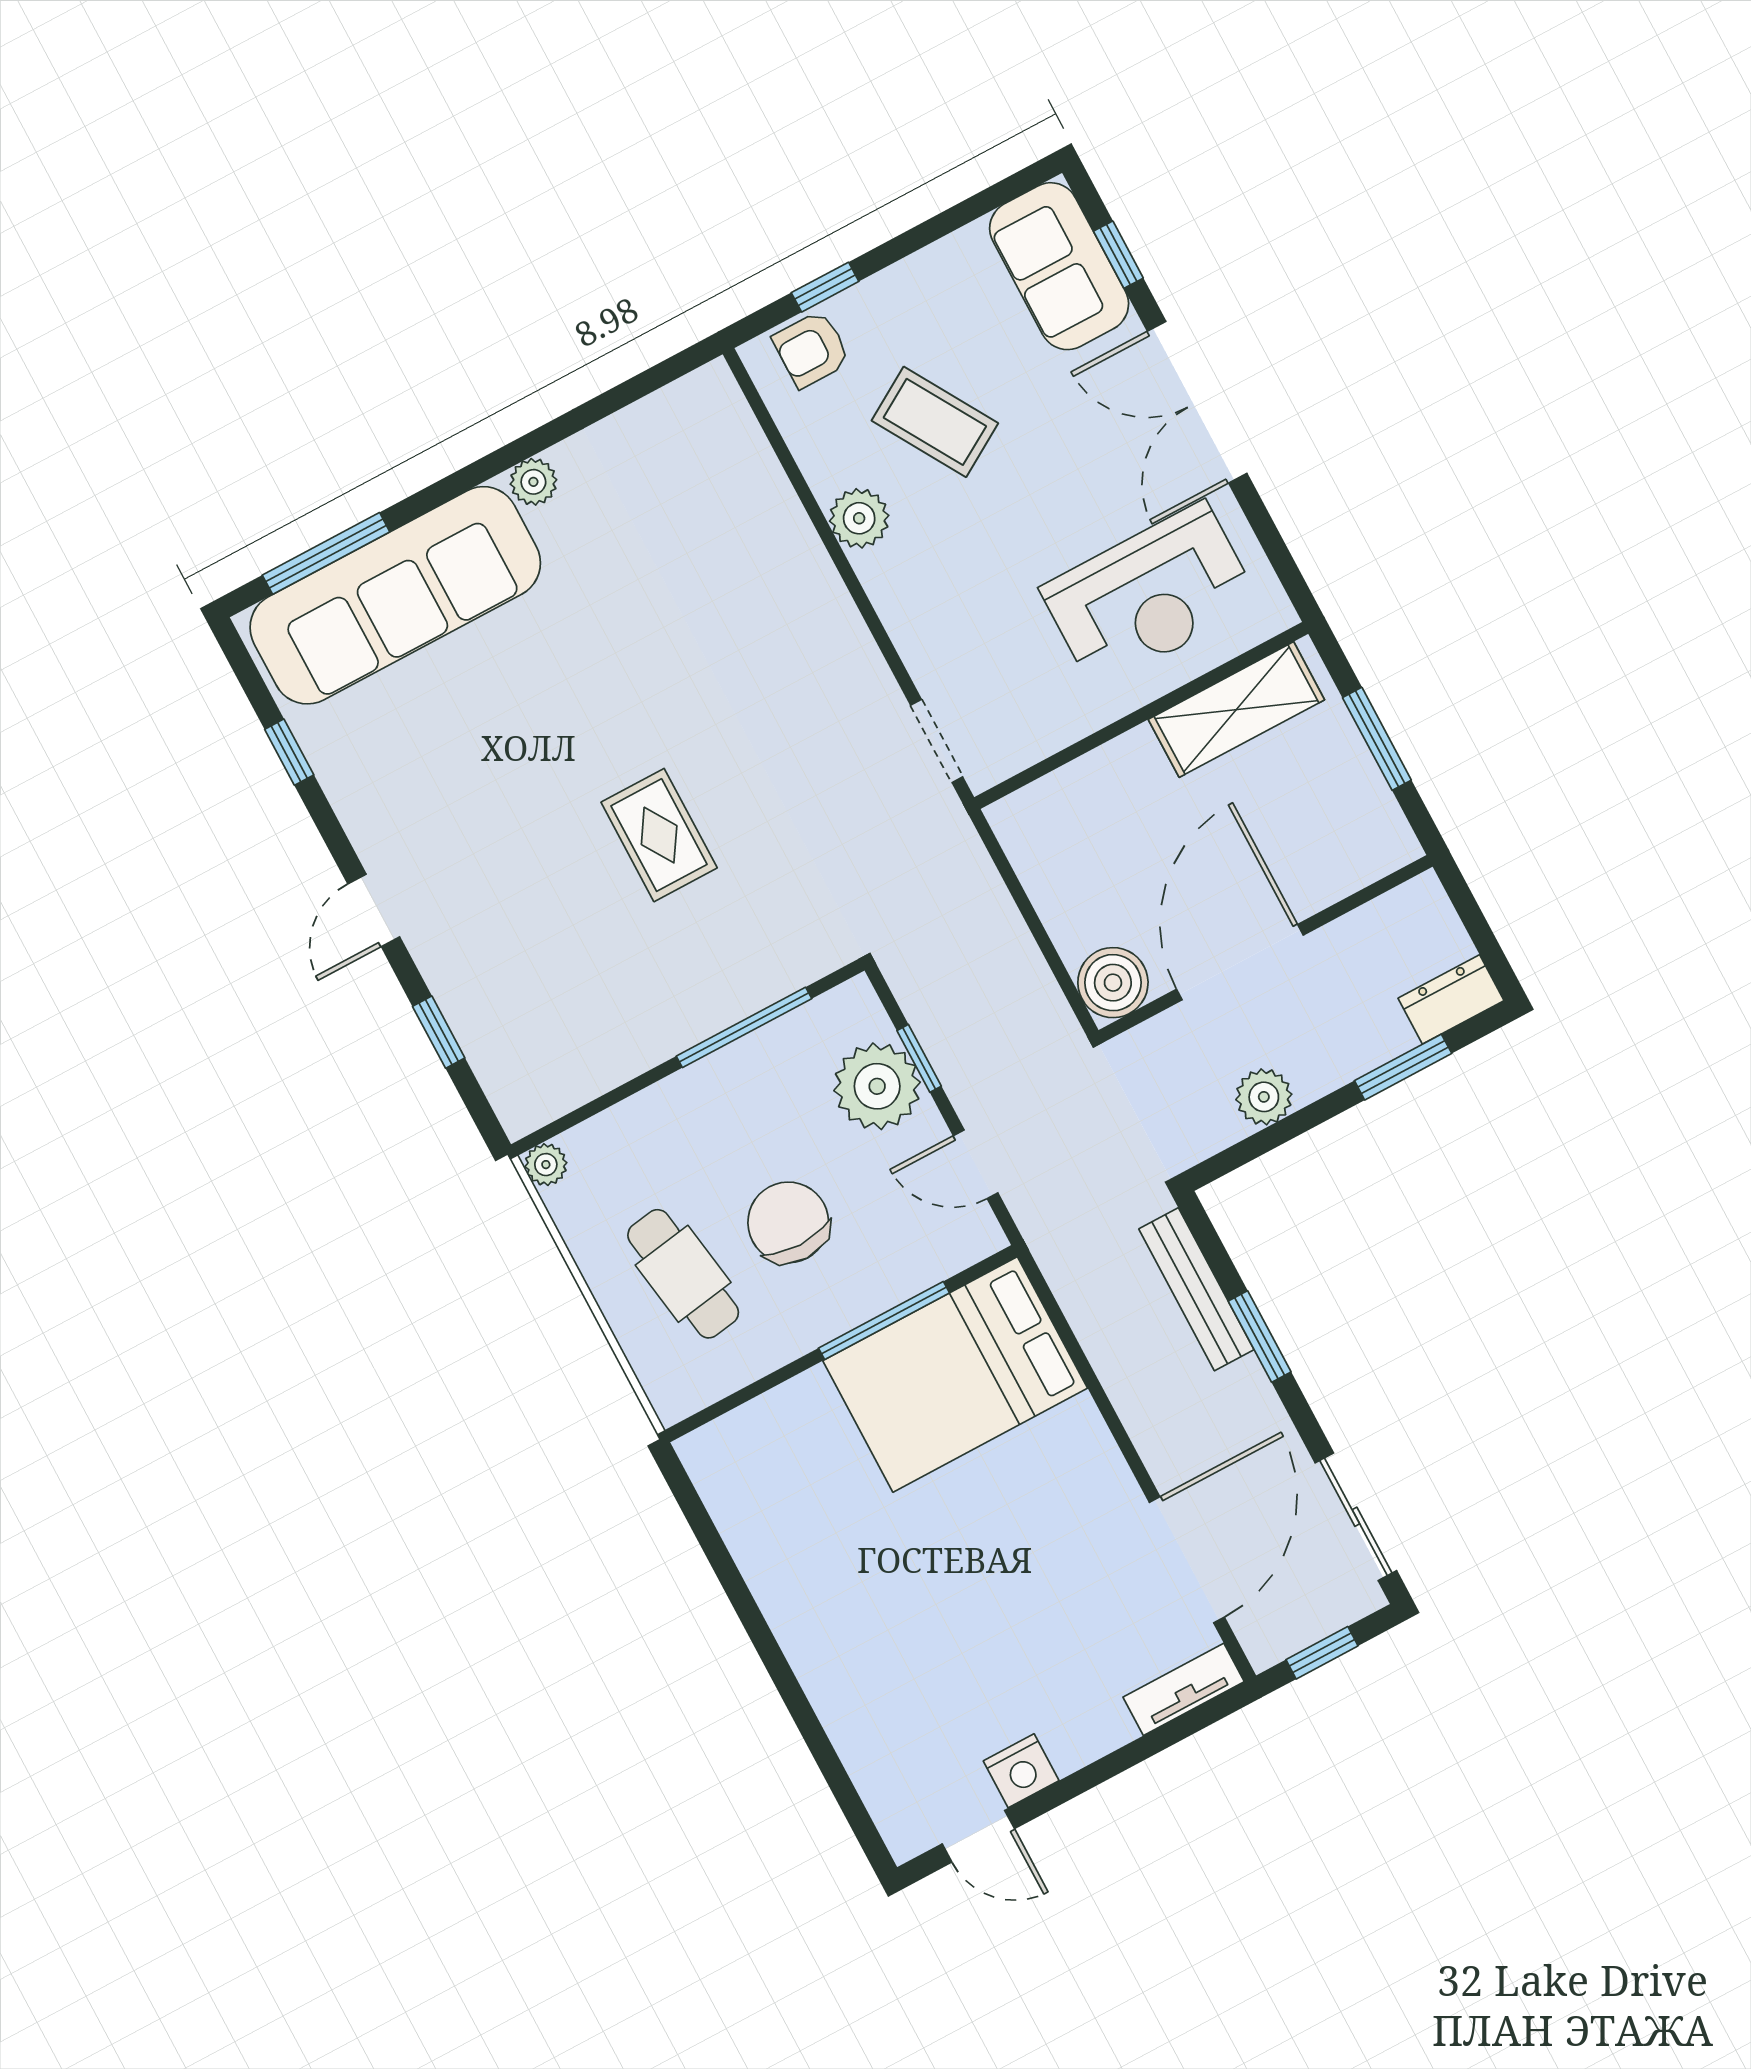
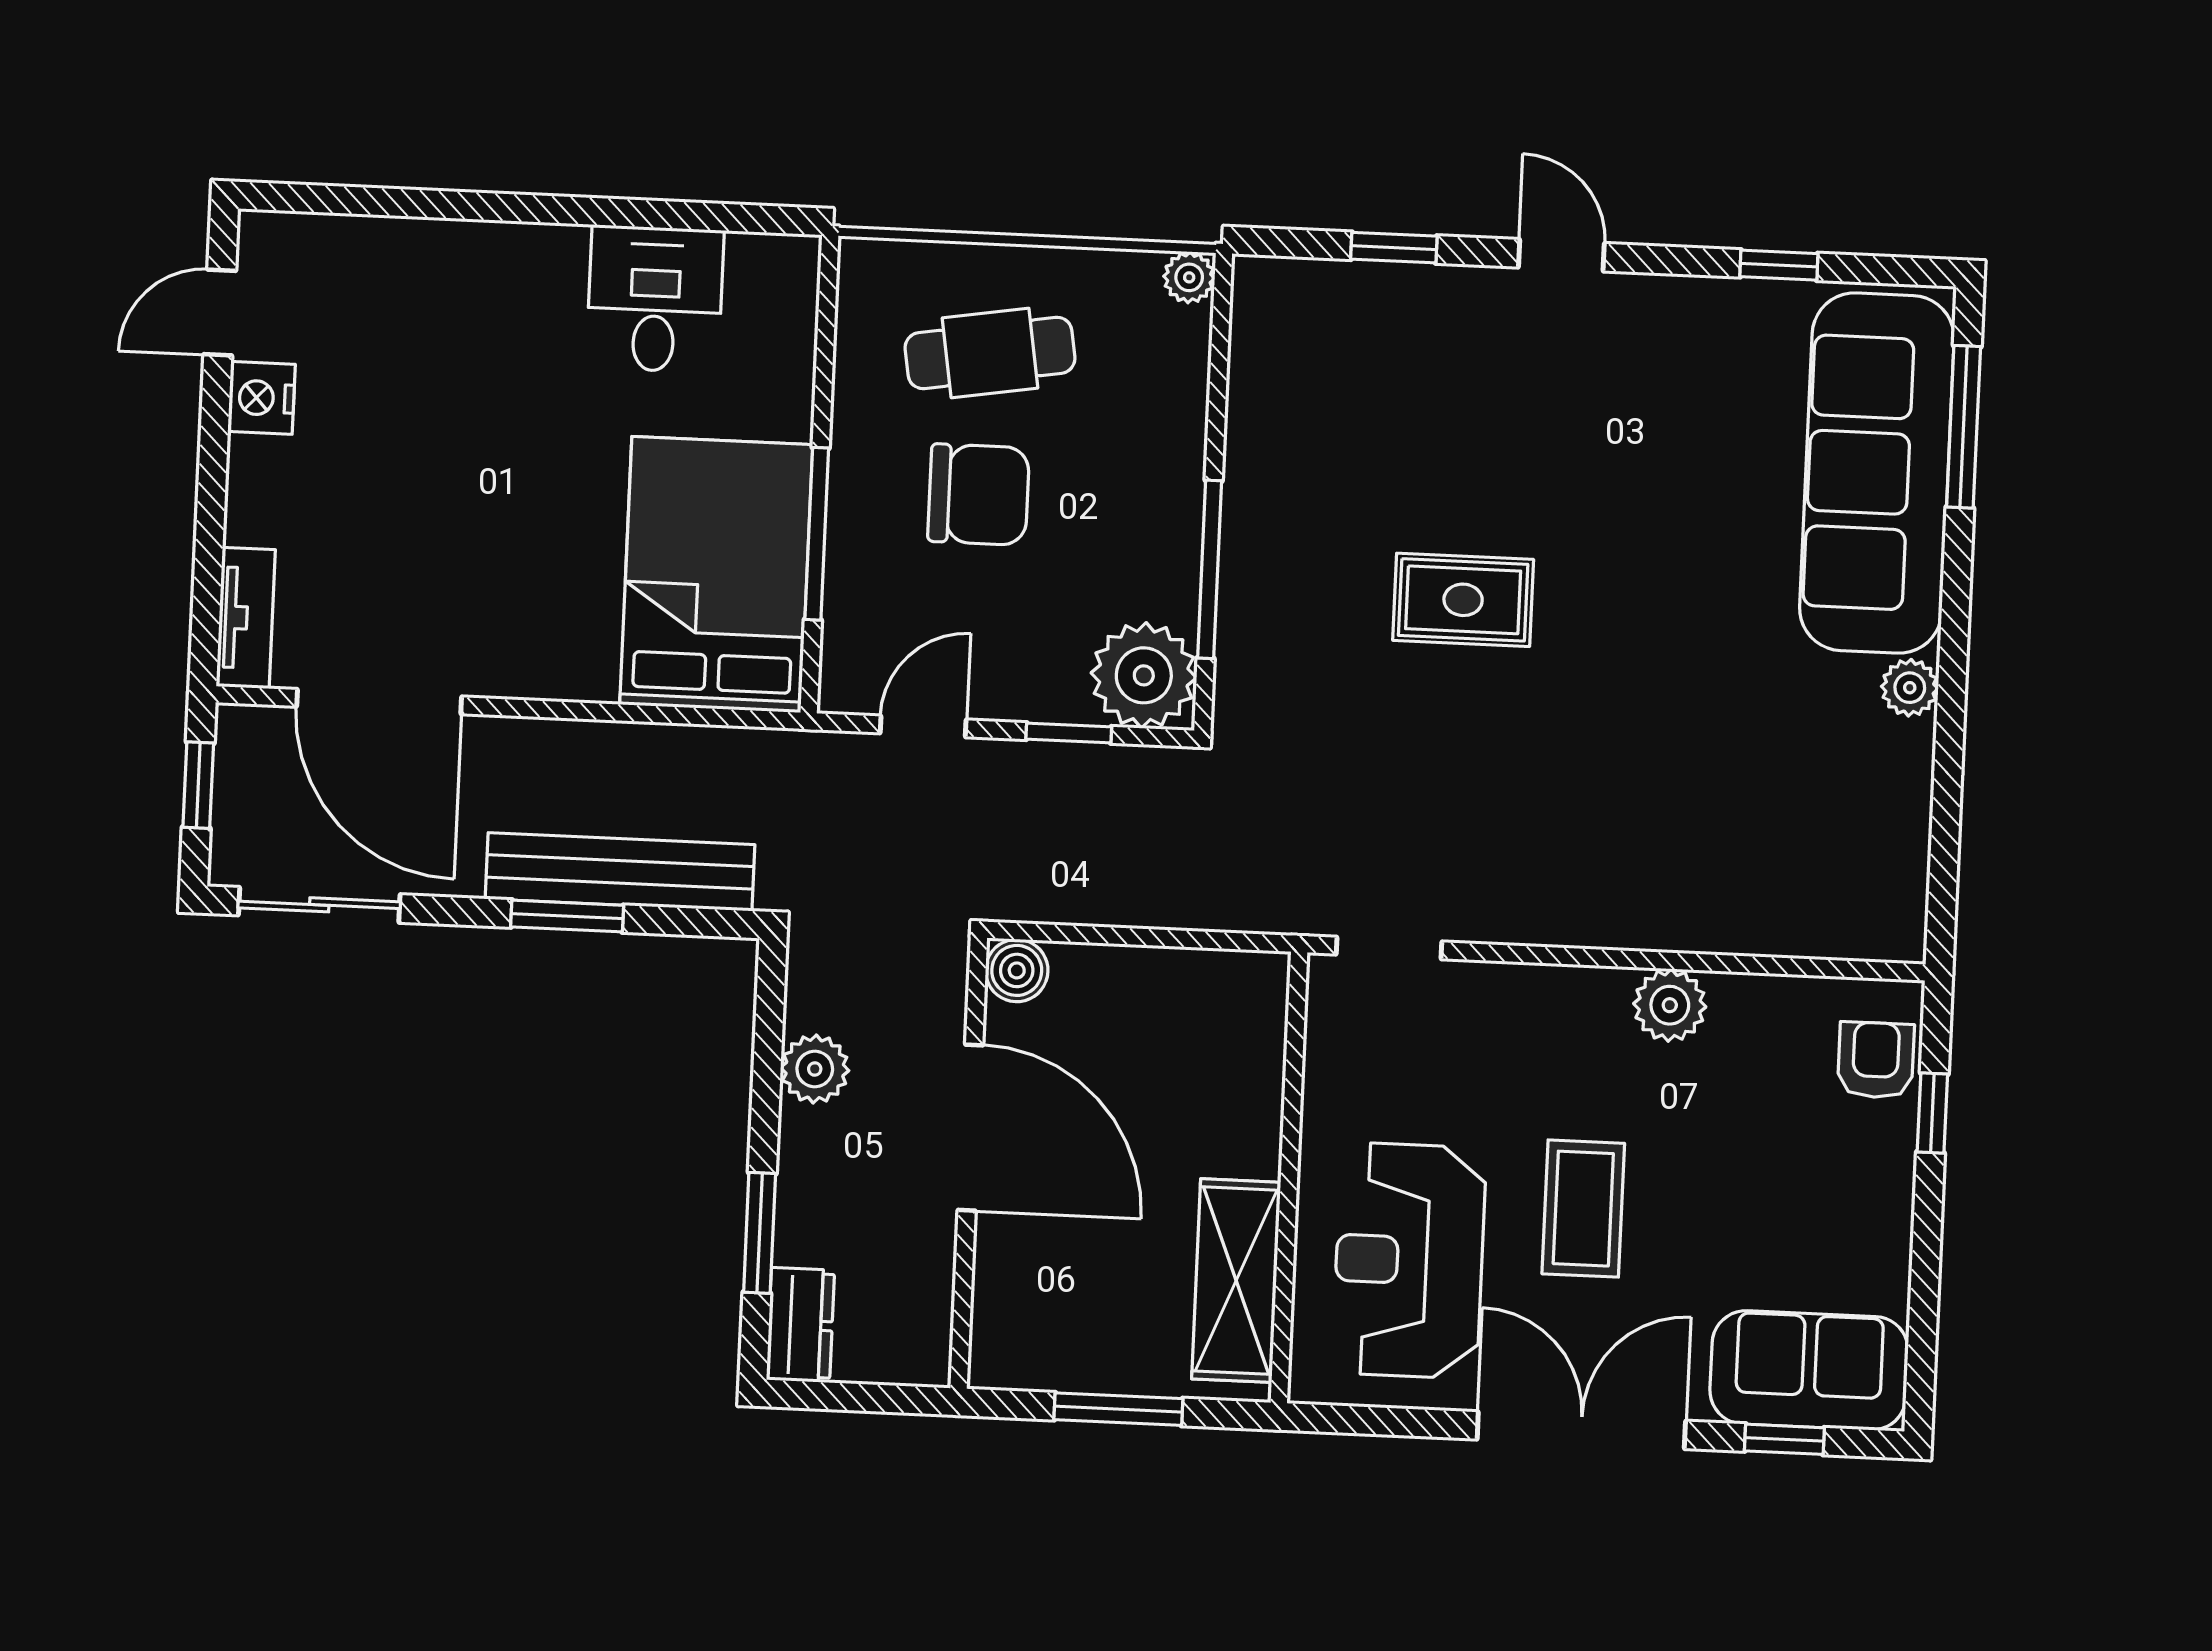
coffee table: (935, 422) -> (1583, 1209), moved, turned -59
boiler: (1113, 983) -> (1017, 970), width x0.73, depth x0.73
plant: (877, 1086) -> (1144, 675), moved
bench: (1196, 1289) -> (620, 872), width x1.37, depth x1.21
desk: (786, 1534) -> (655, 299), added

